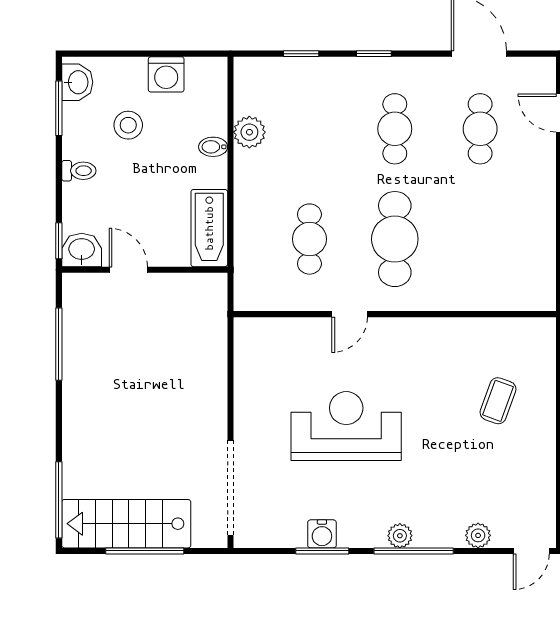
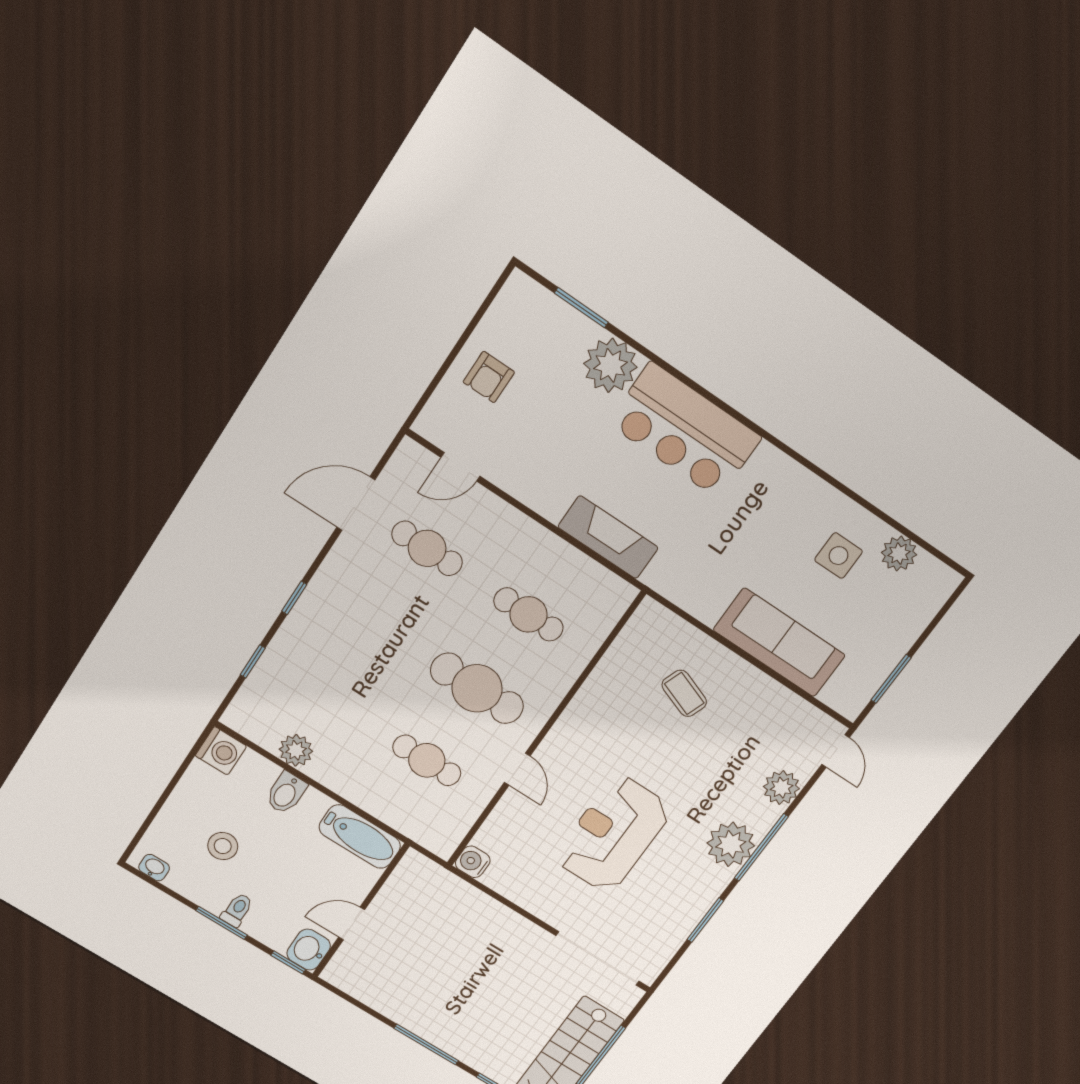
washing machine: (166, 74) -> (221, 751), moved
washbasin: (77, 82) -> (154, 868), width x0.72, depth x0.69
window: (59, 108) -> (221, 923), moved
cafe table: (395, 129) -> (529, 614), moved
bidet: (213, 147) -> (286, 793), width x1.38, depth x1.36
window: (59, 344) -> (426, 1044), moved
water cooler: (322, 534) -> (473, 862), moved, turned 180
plant: (478, 535) -> (781, 788), width x1.38, depth x1.38
plant: (400, 536) -> (731, 844), width x1.87, depth x1.87

